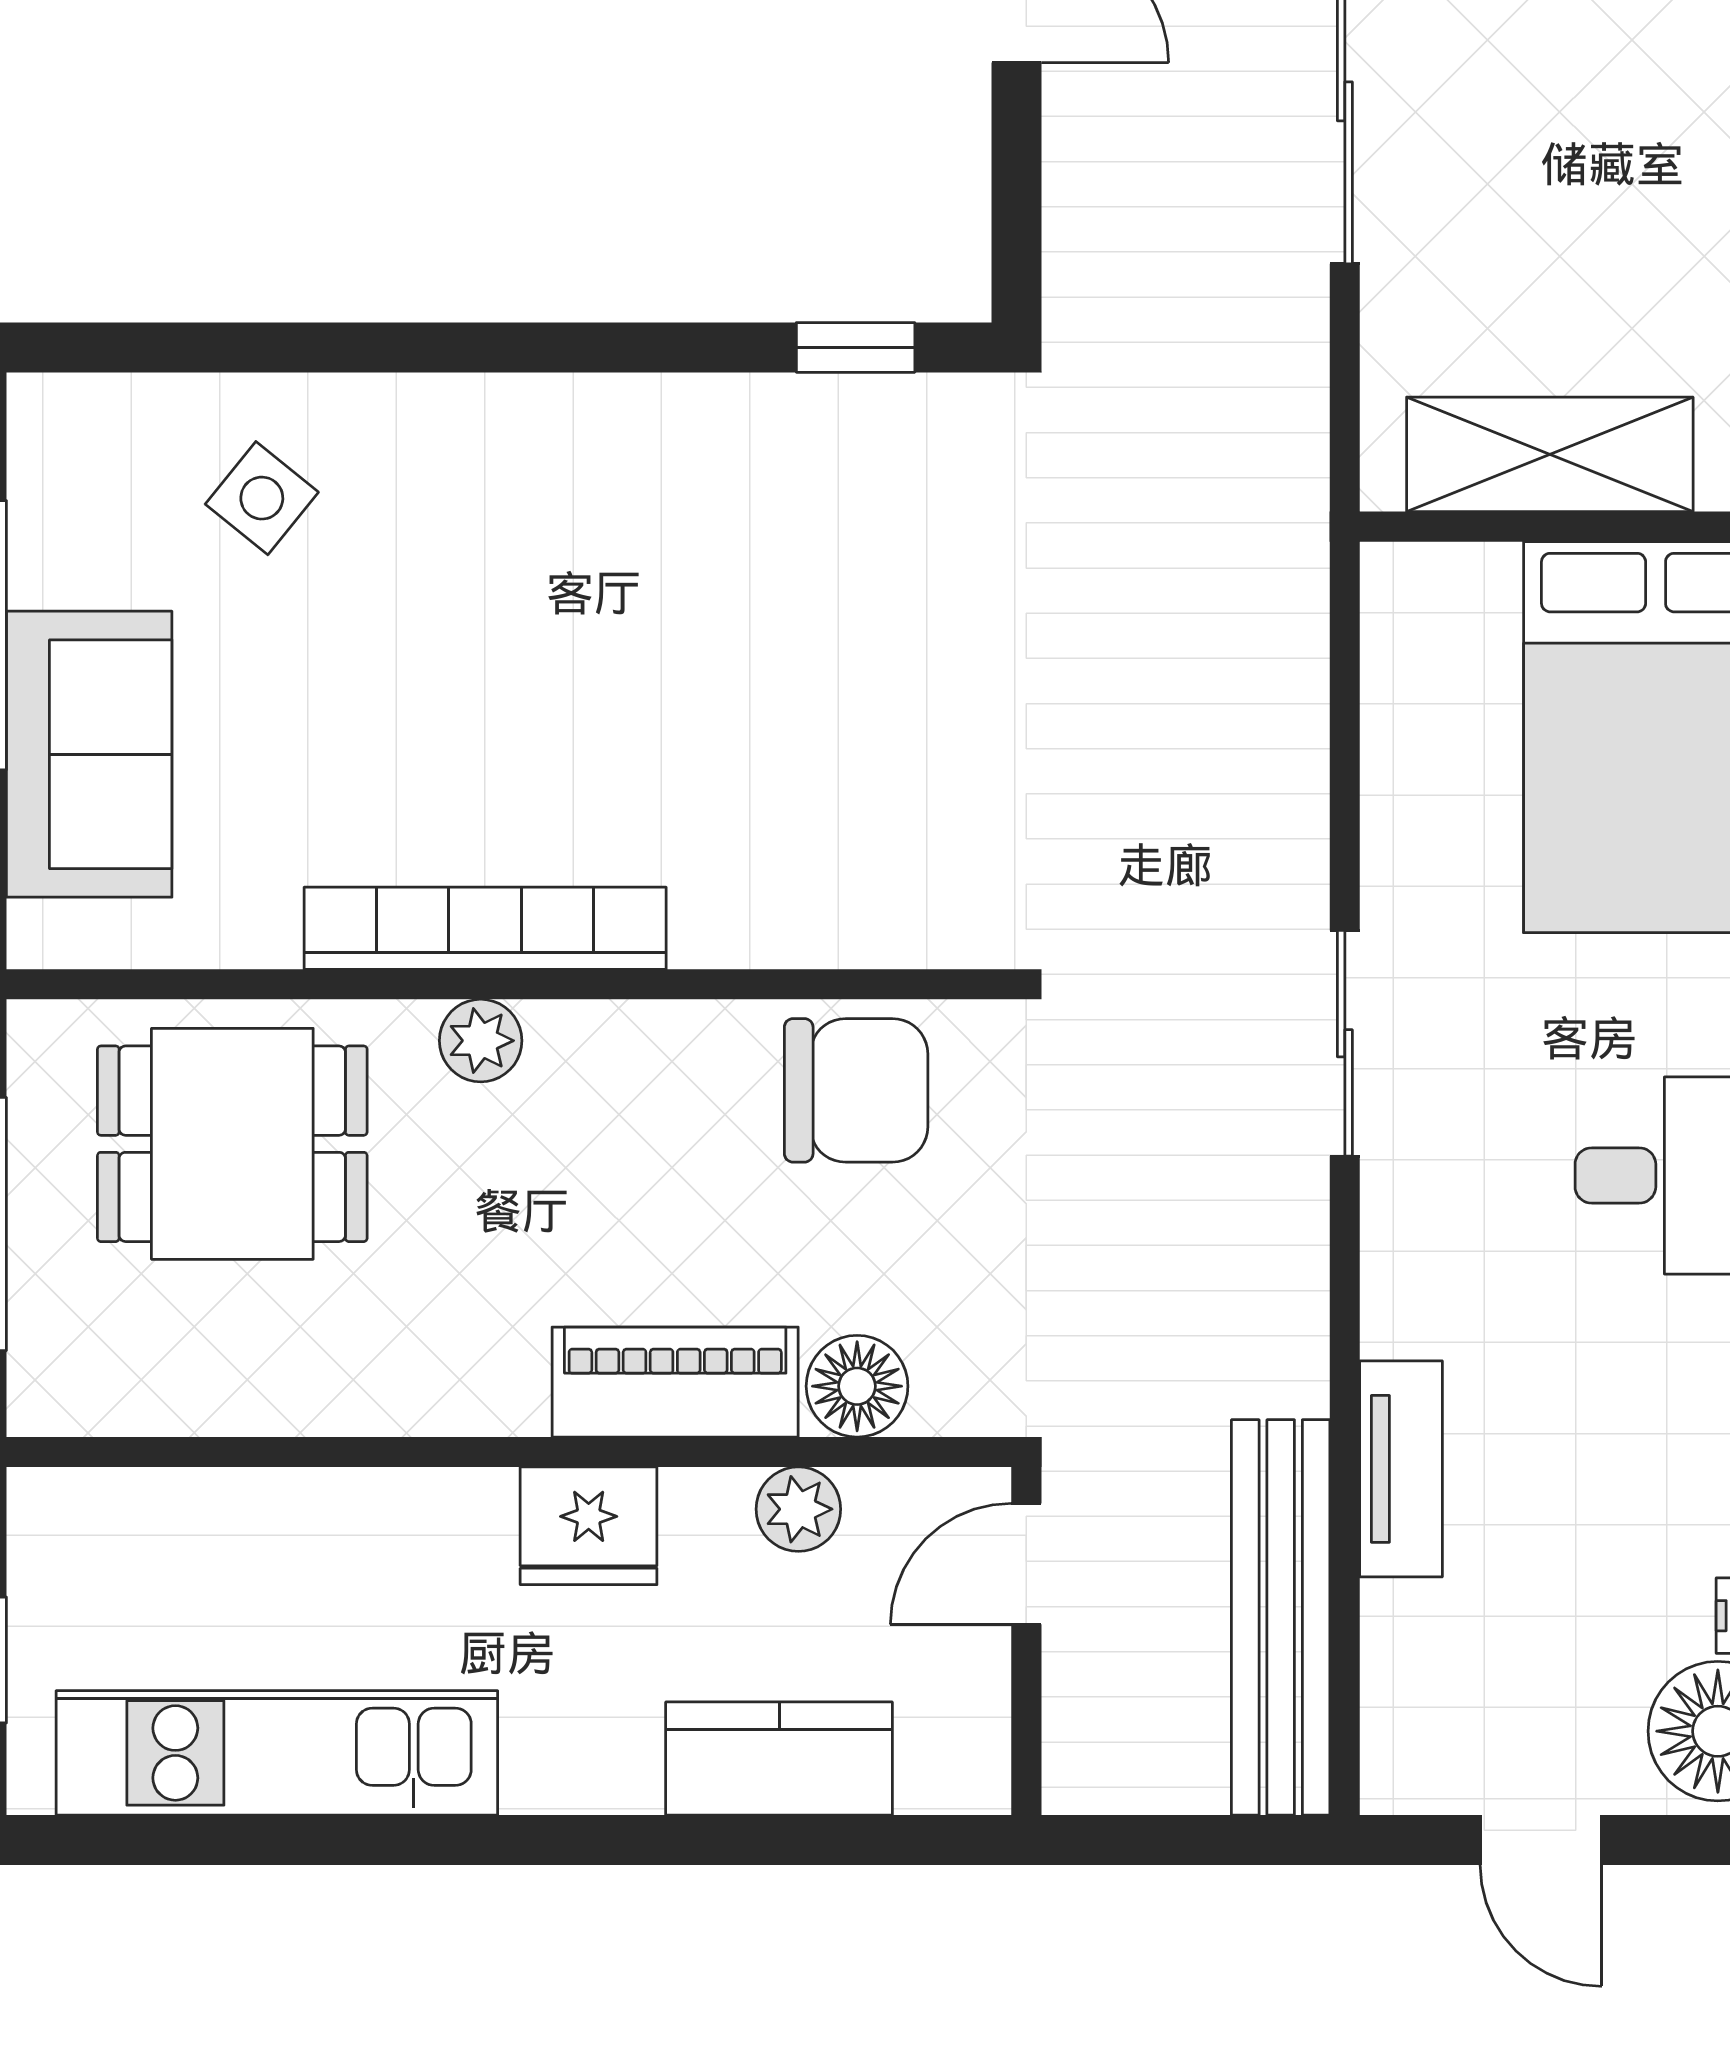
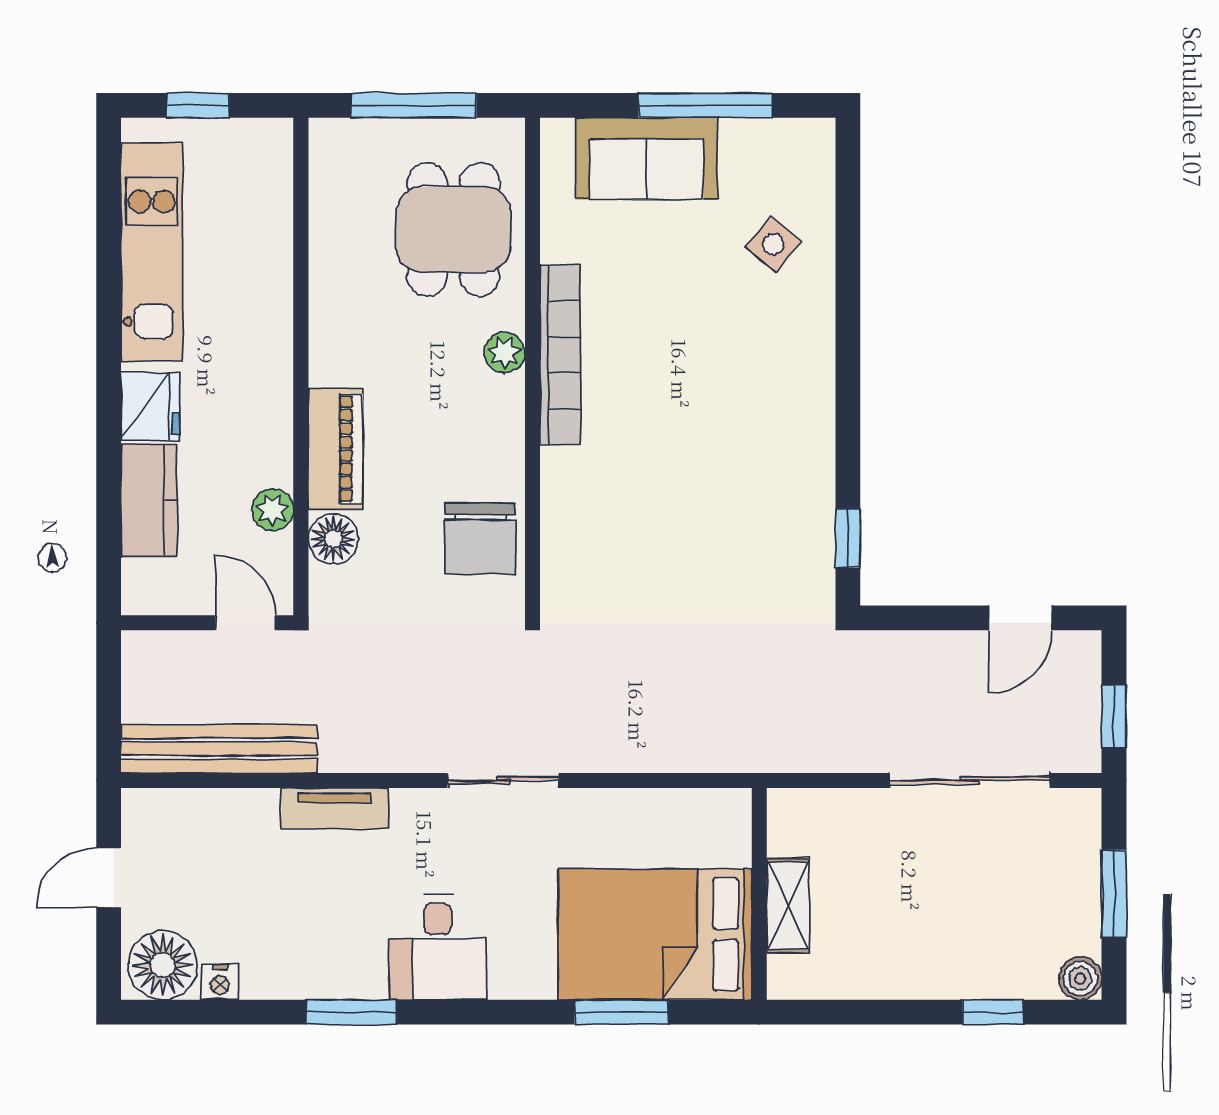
shelving: (1550, 454) -> (788, 906), width x0.67, depth x0.75
tv unit: (1401, 1469) -> (335, 808), moved
fridge: (589, 1526) -> (150, 406), moved, turned 180

